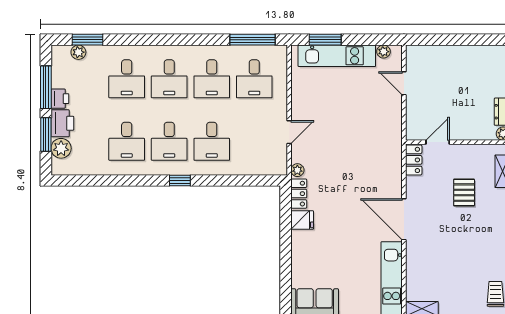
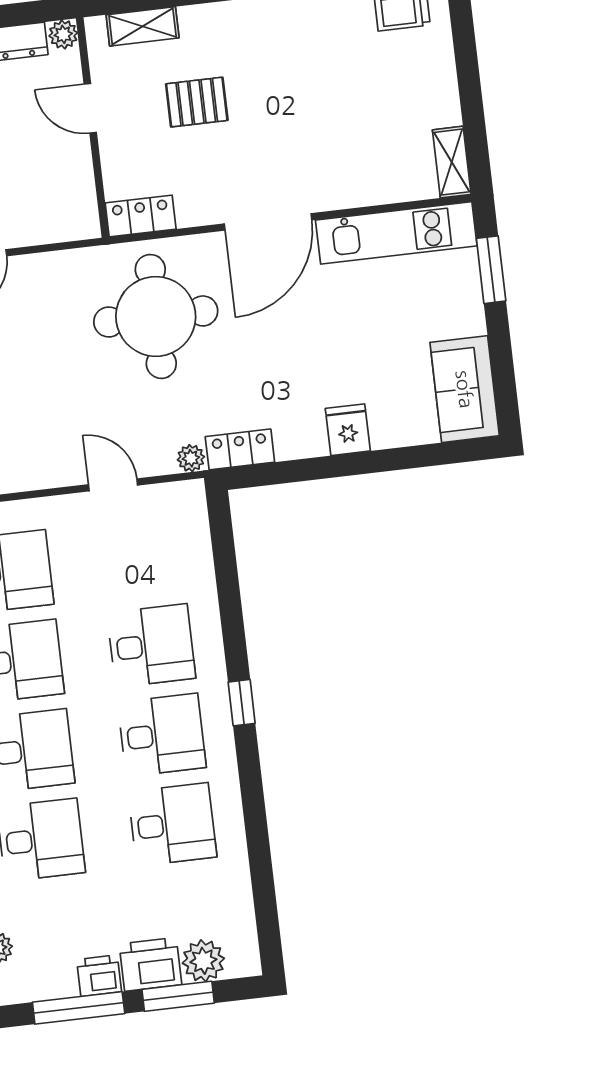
door: (438, 142) -> (90, 108), moved
round table: (366, 161) -> (156, 316), added
fridge: (302, 220) -> (348, 430), moved

